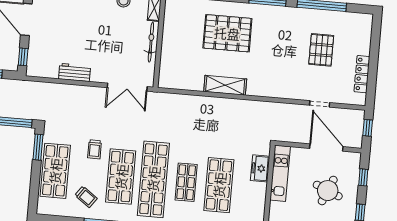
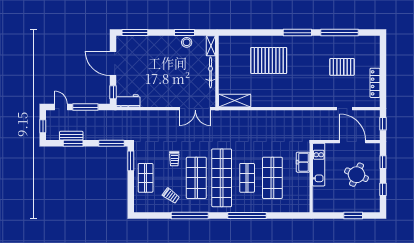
pallet: (321, 50) -> (342, 67), turned 90
workbench: (75, 72) -> (128, 101), moved
shelving: (225, 85) -> (235, 101), moved
shop shelf: (55, 171) -> (146, 178), width x0.70, depth x0.74

